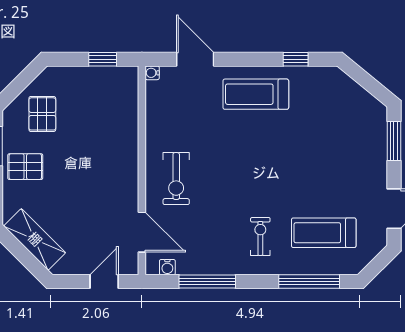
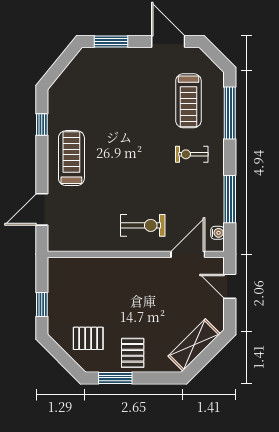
window: (103, 59) -> (42, 305), moved
water cooler: (152, 73) -> (53, 246), removed
treadmill: (256, 94) -> (71, 158), turned 180

